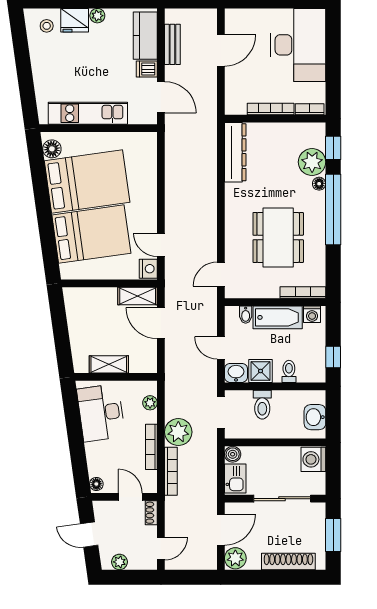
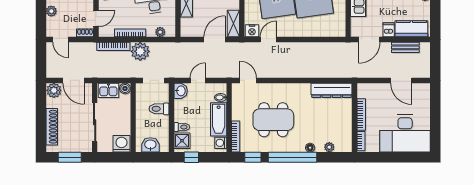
window: (333, 148) -> (253, 157), moved
plant: (312, 162) -> (329, 147), width x0.53, depth x0.53
shower: (261, 371) -> (182, 141), moved

